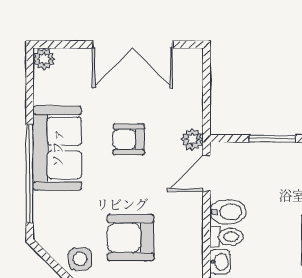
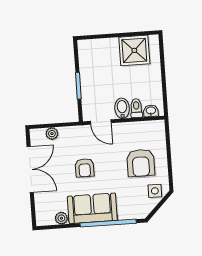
plant: (44, 59) -> (61, 218), moved
plant: (192, 139) -> (52, 134), moved

